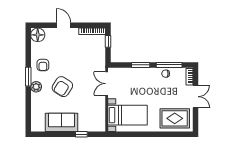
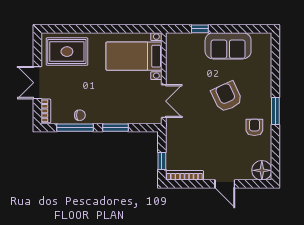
plant: (36, 87) -> (264, 96), removed
armchair: (62, 87) -> (227, 97), turned -58

